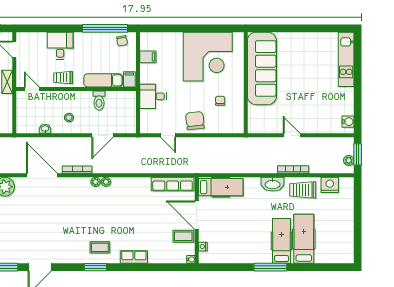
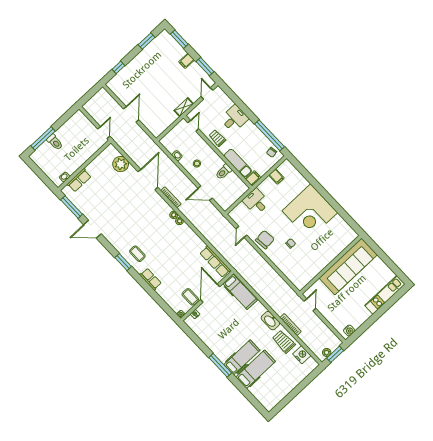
sofa: (262, 68) -> (348, 266), moved
wall: (246, 83) -> (331, 265), moved

